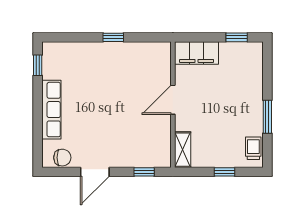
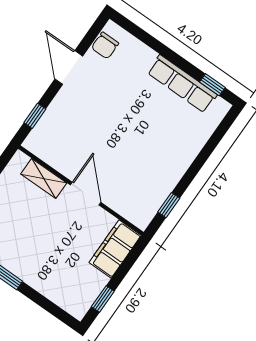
window: (113, 37) -> (169, 205), moved
row of seats: (51, 110) -> (182, 84), moved
shelving: (183, 150) -> (44, 178), moved

